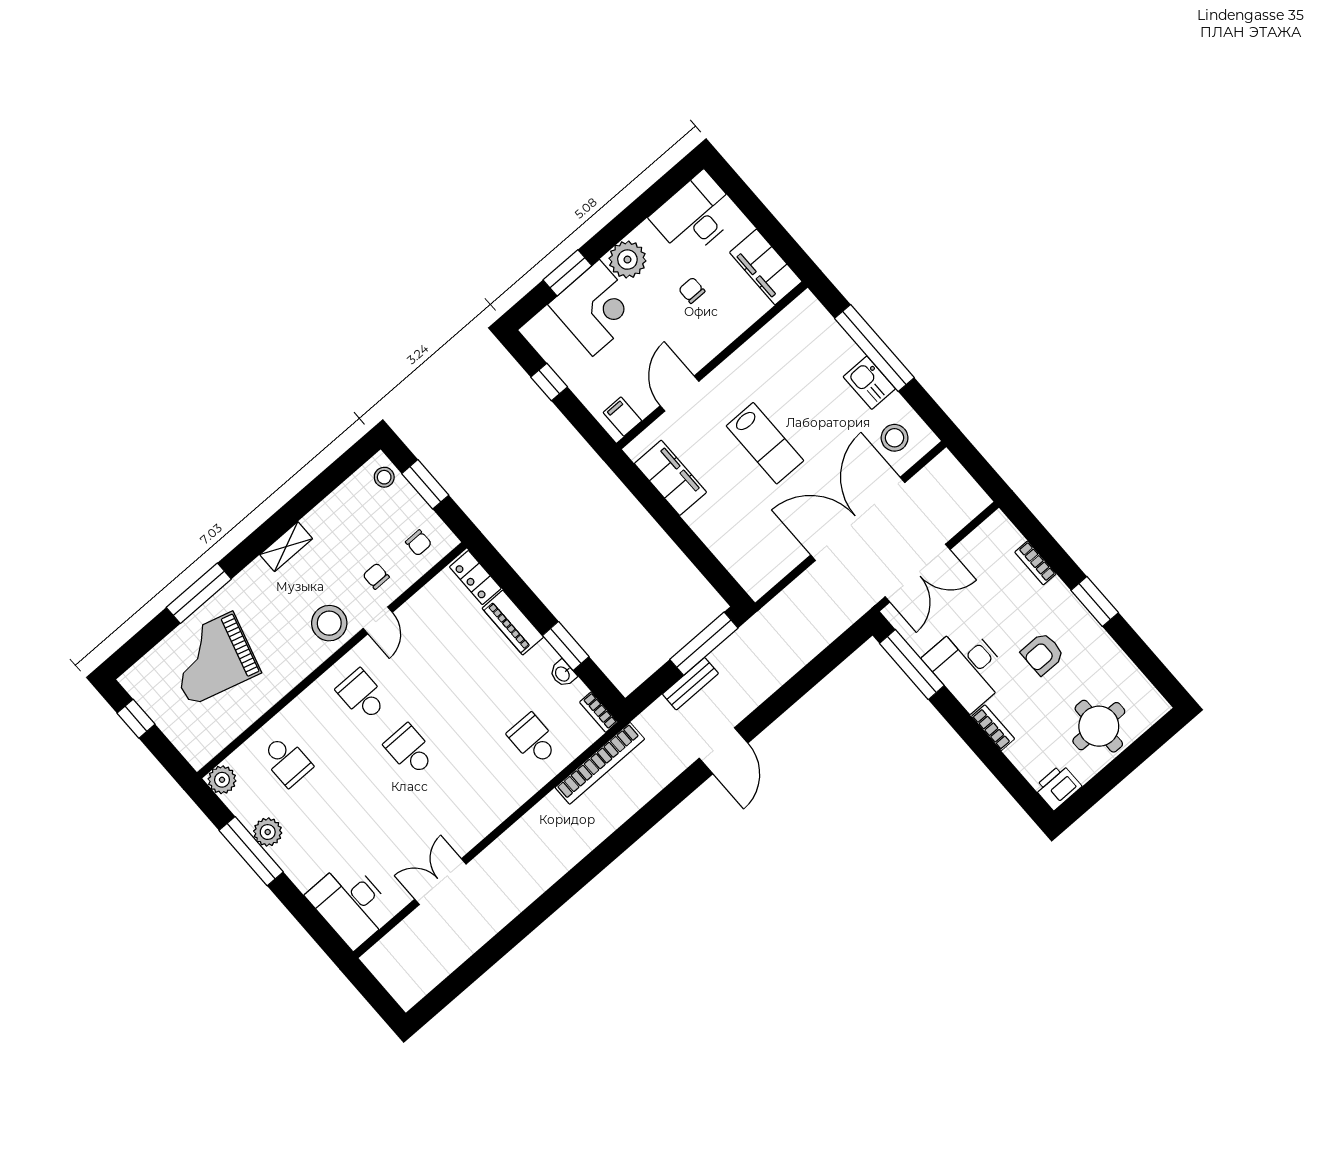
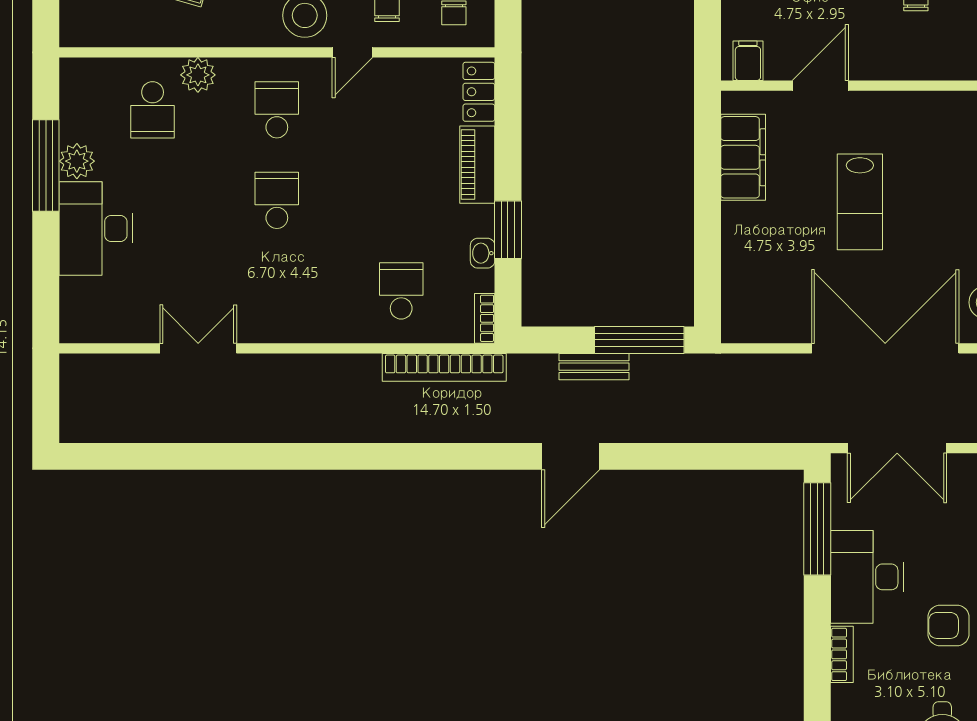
plant: (222, 780) -> (198, 75), moved
desk: (351, 904) -> (96, 228), moved

